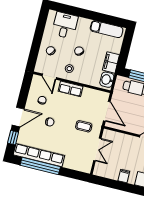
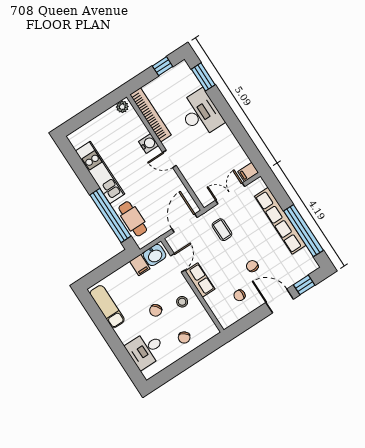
filing cabinet: (111, 62) -> (140, 265), width x0.50
door: (49, 77) -> (178, 263), moved
row of seats: (39, 155) -> (280, 221), moved
filing cabinet: (124, 176) -> (248, 172), moved

